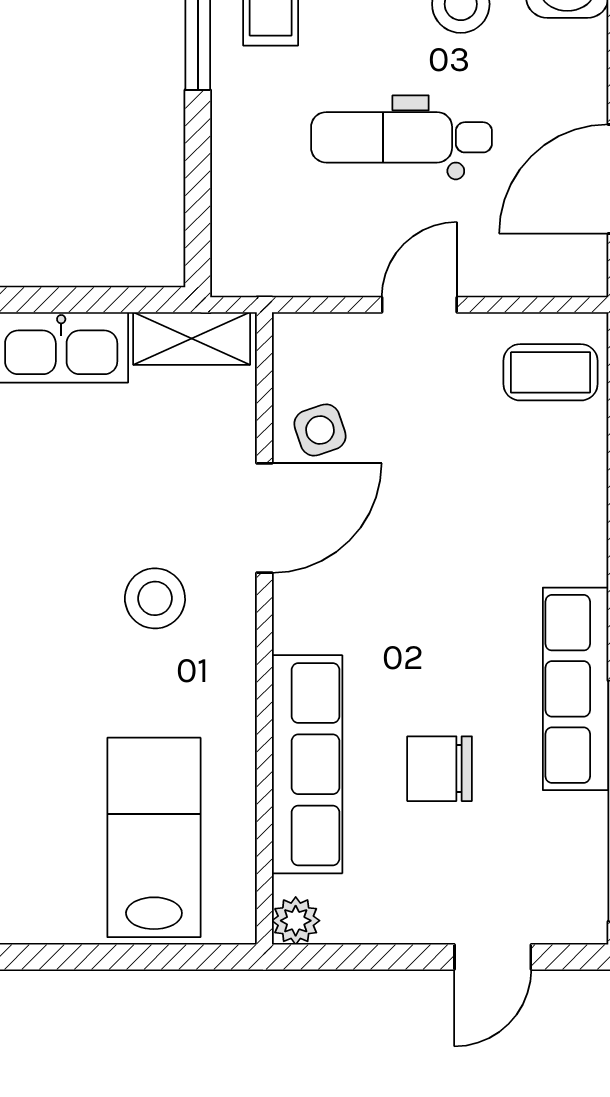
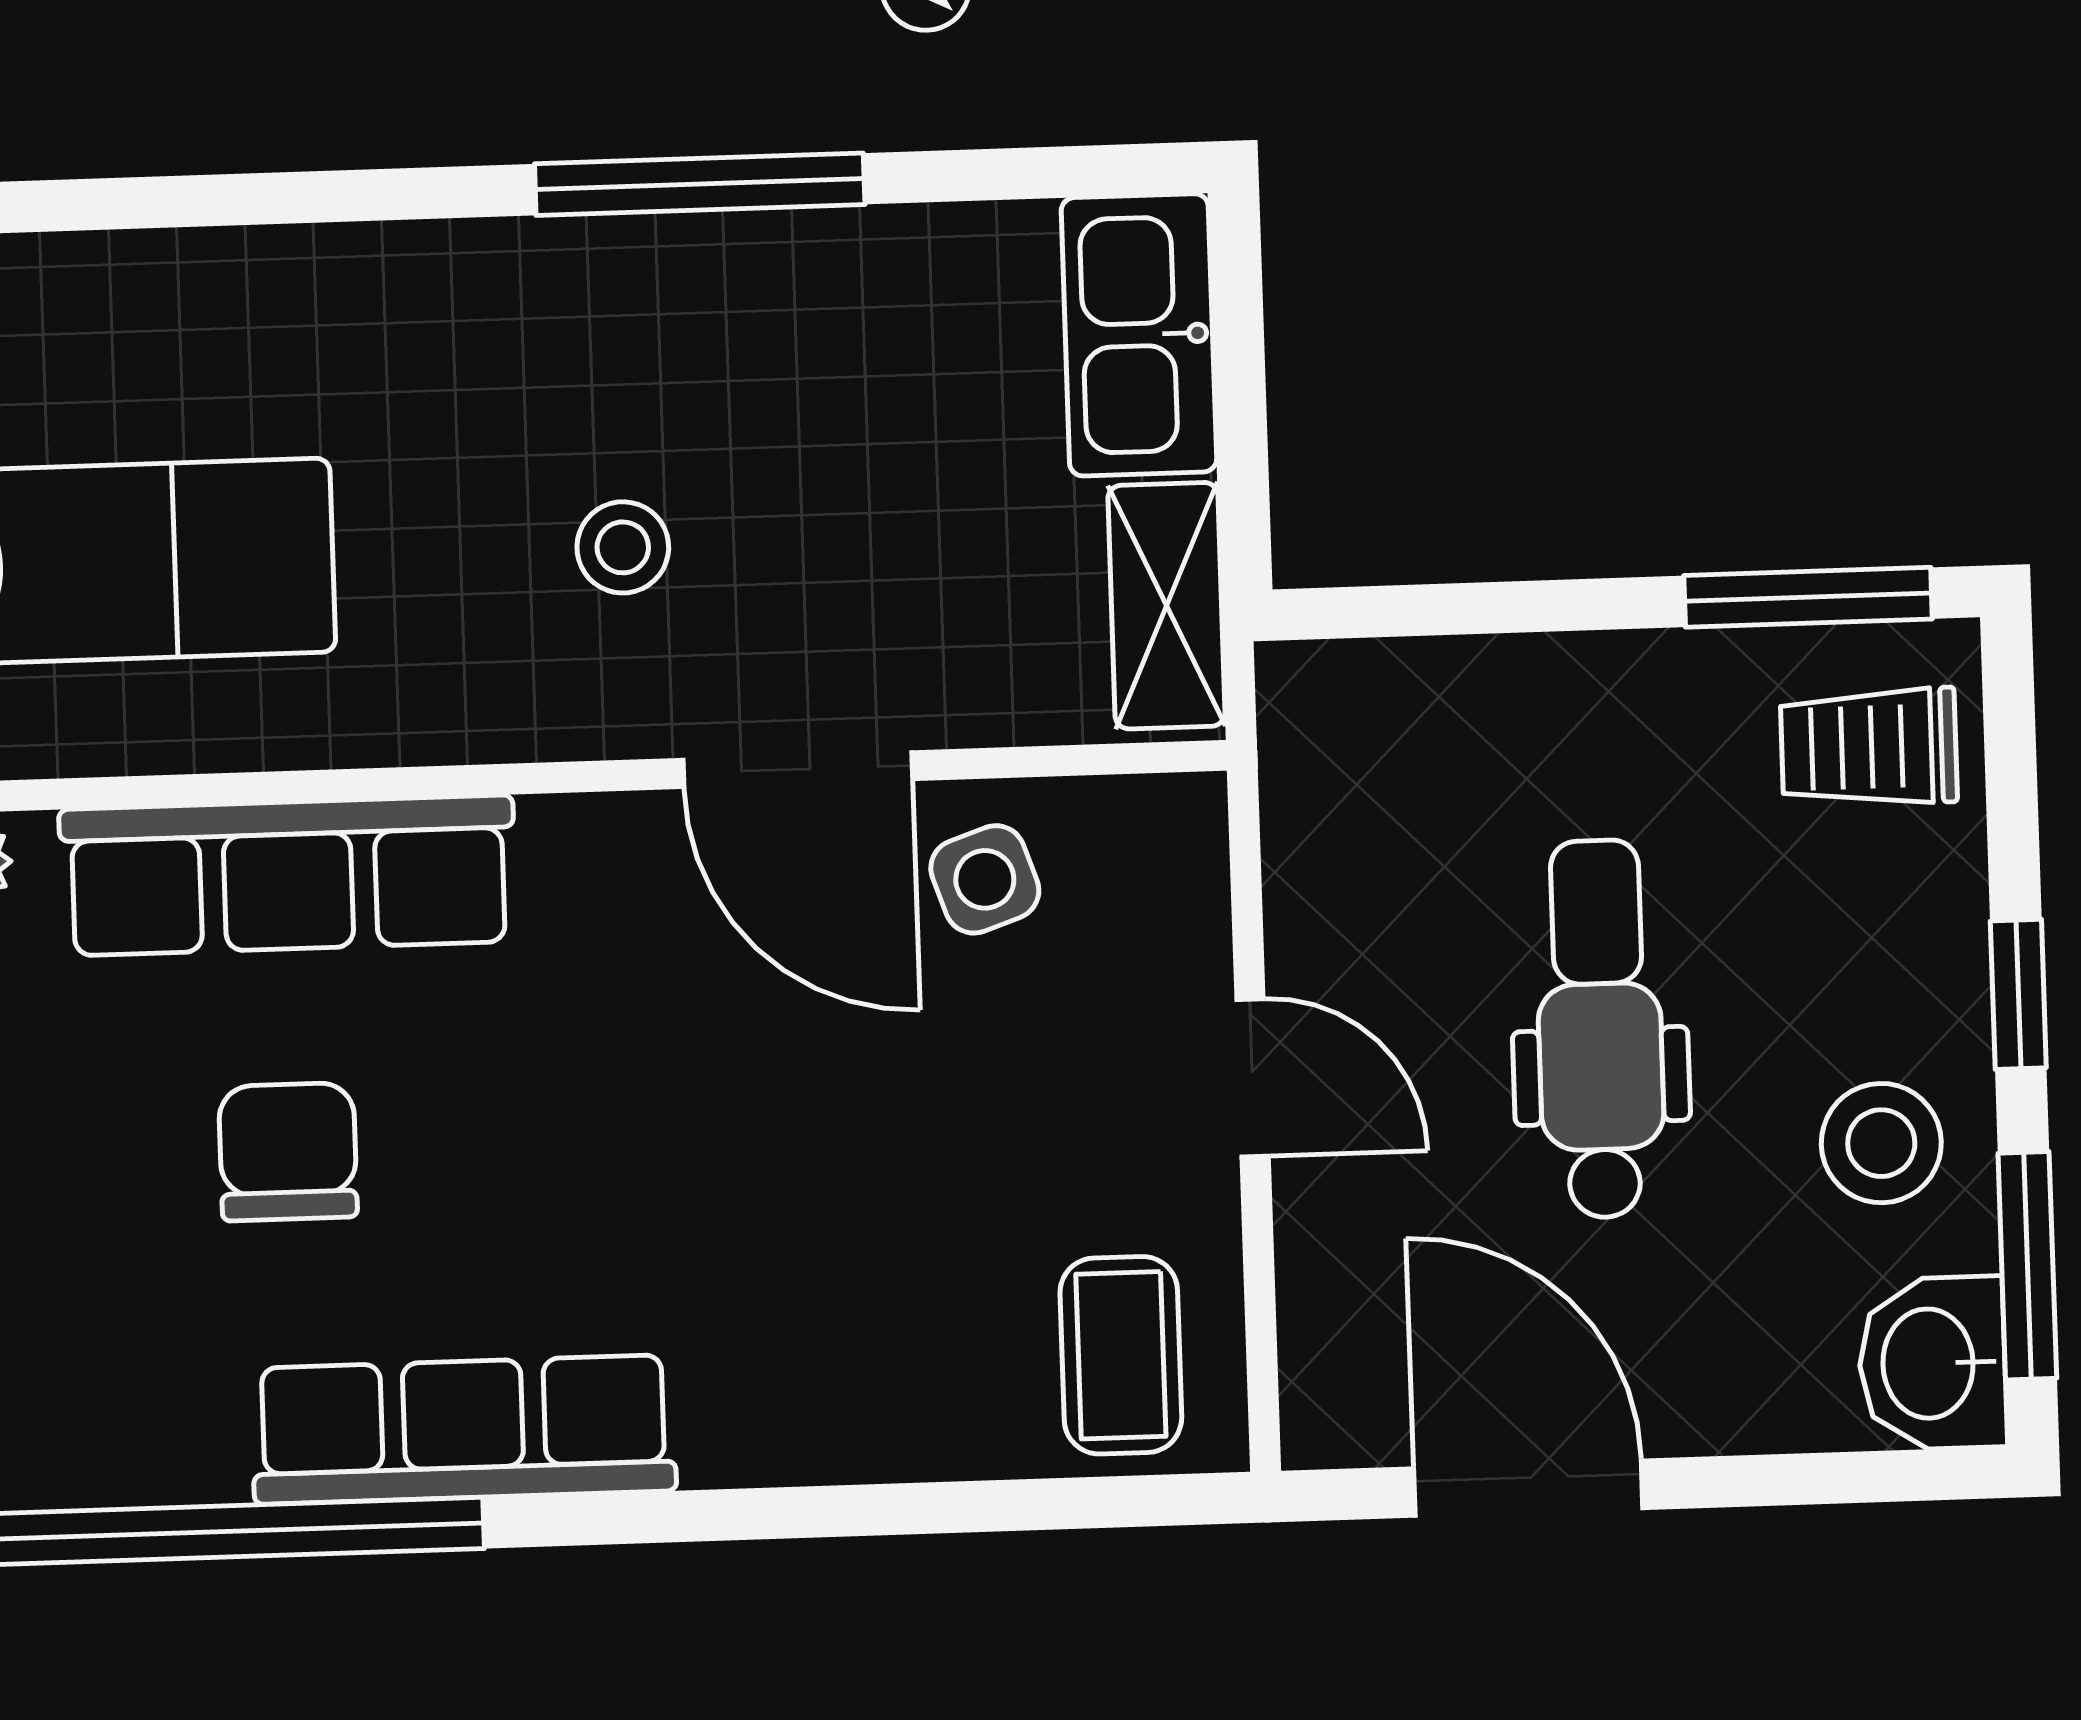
stool: (155, 598) -> (623, 547), width x0.73, depth x0.73

